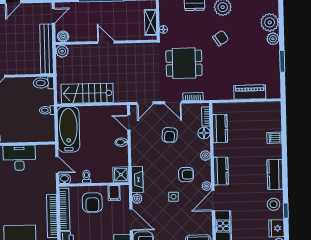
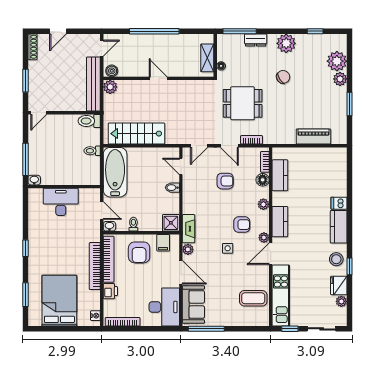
armchair: (170, 135) -> (225, 181), turned -95
dishwasher: (274, 138) -> (339, 203), moved

